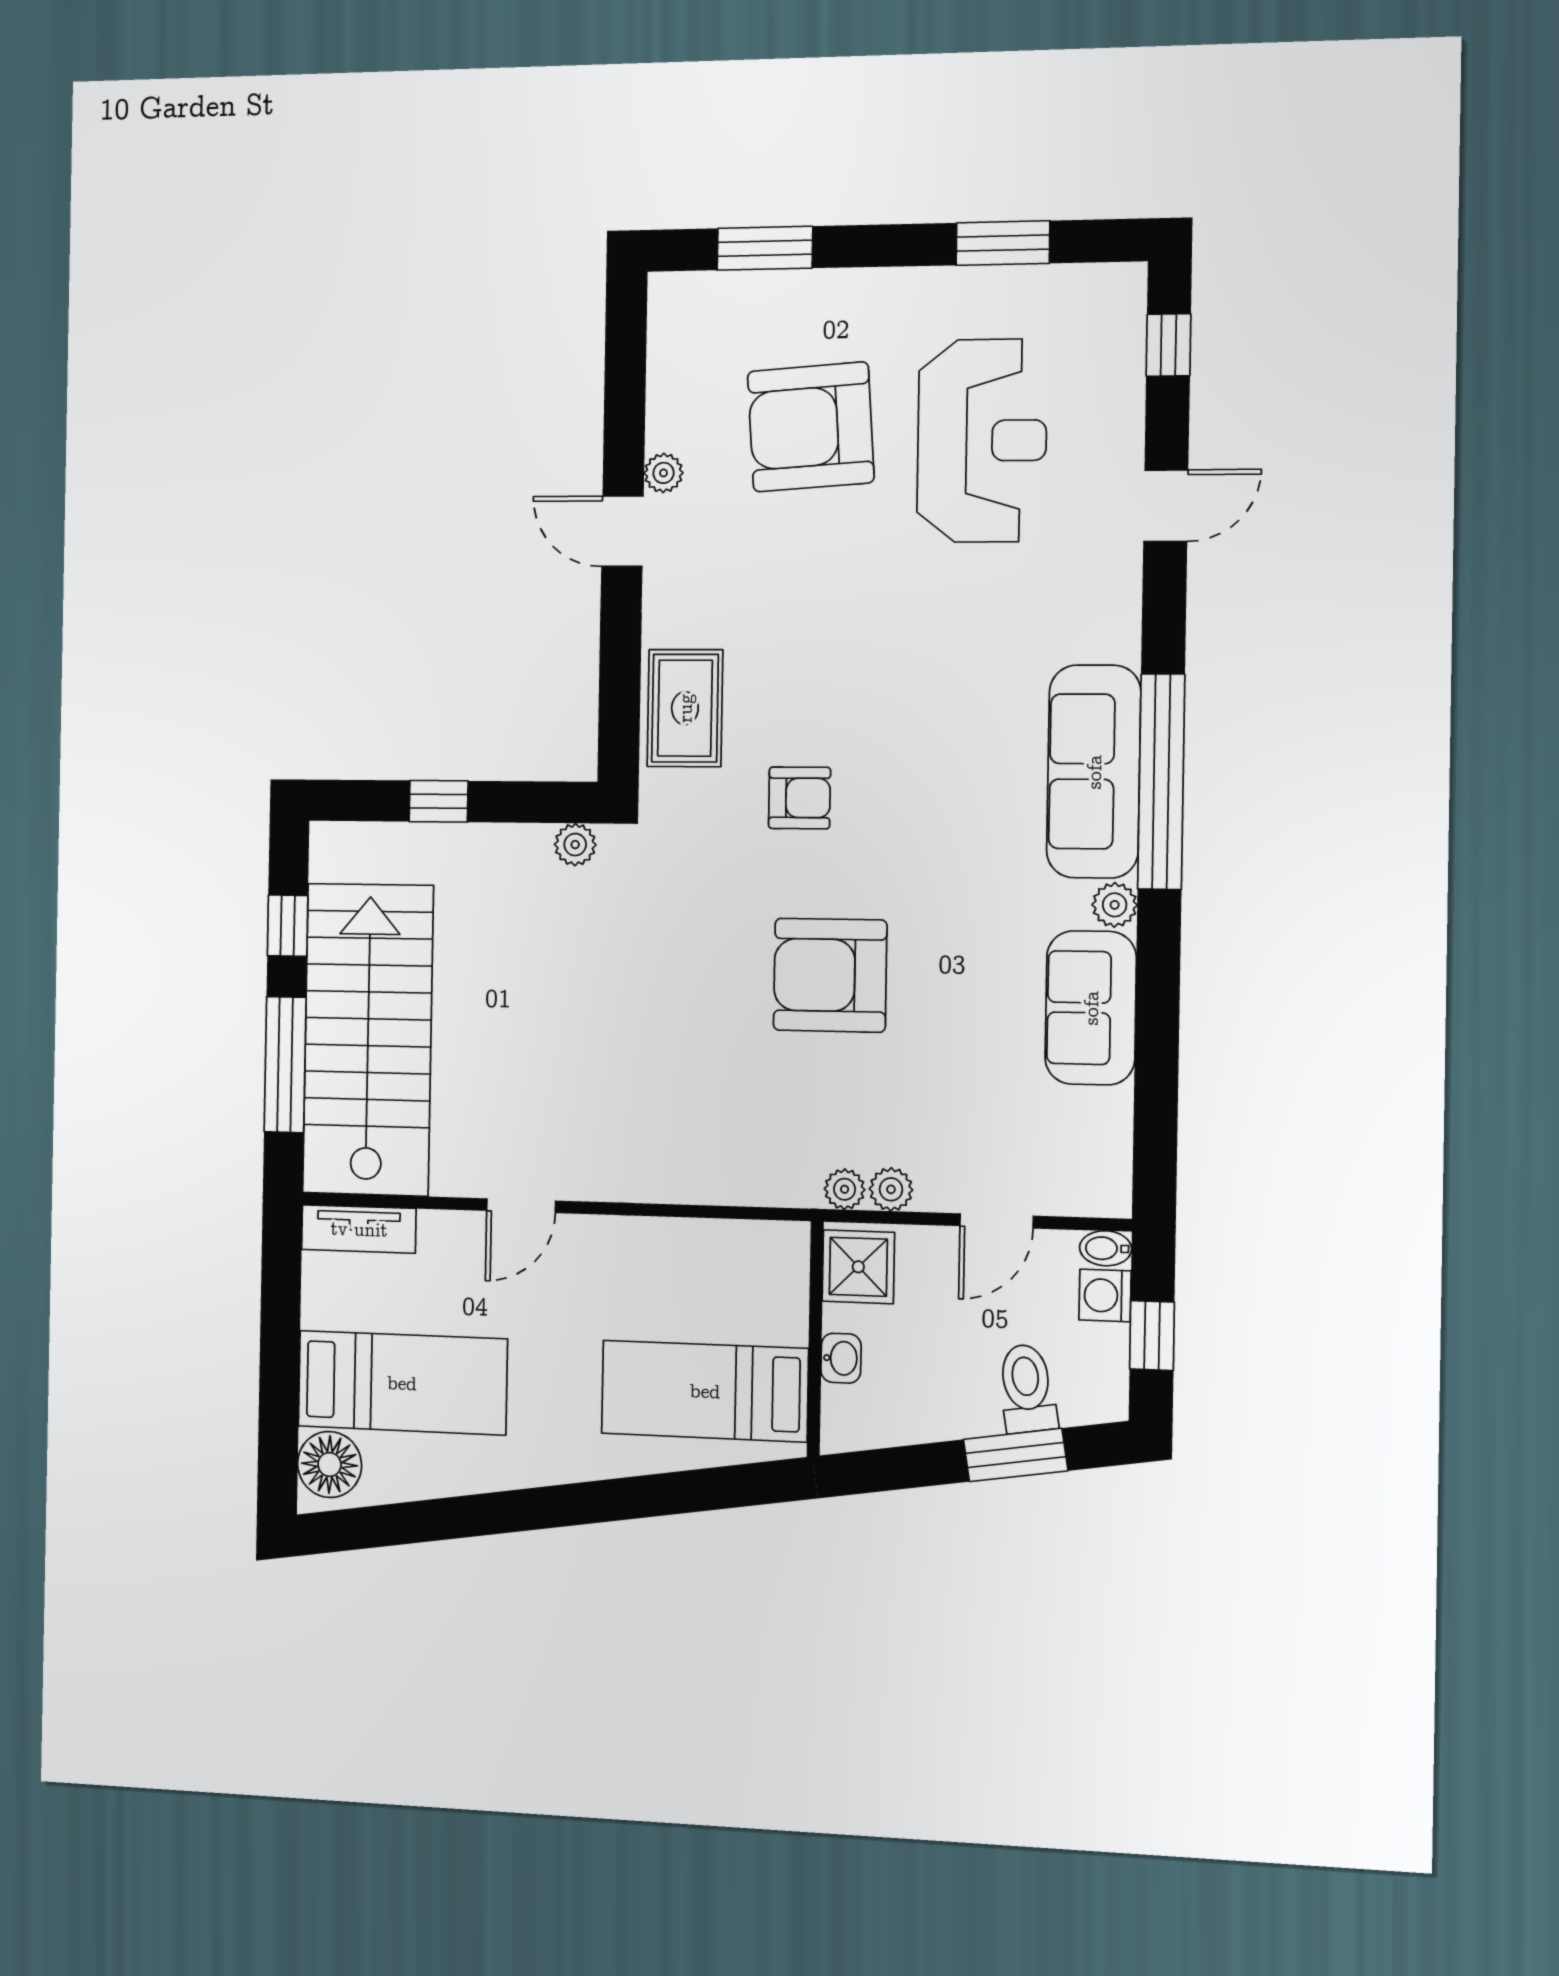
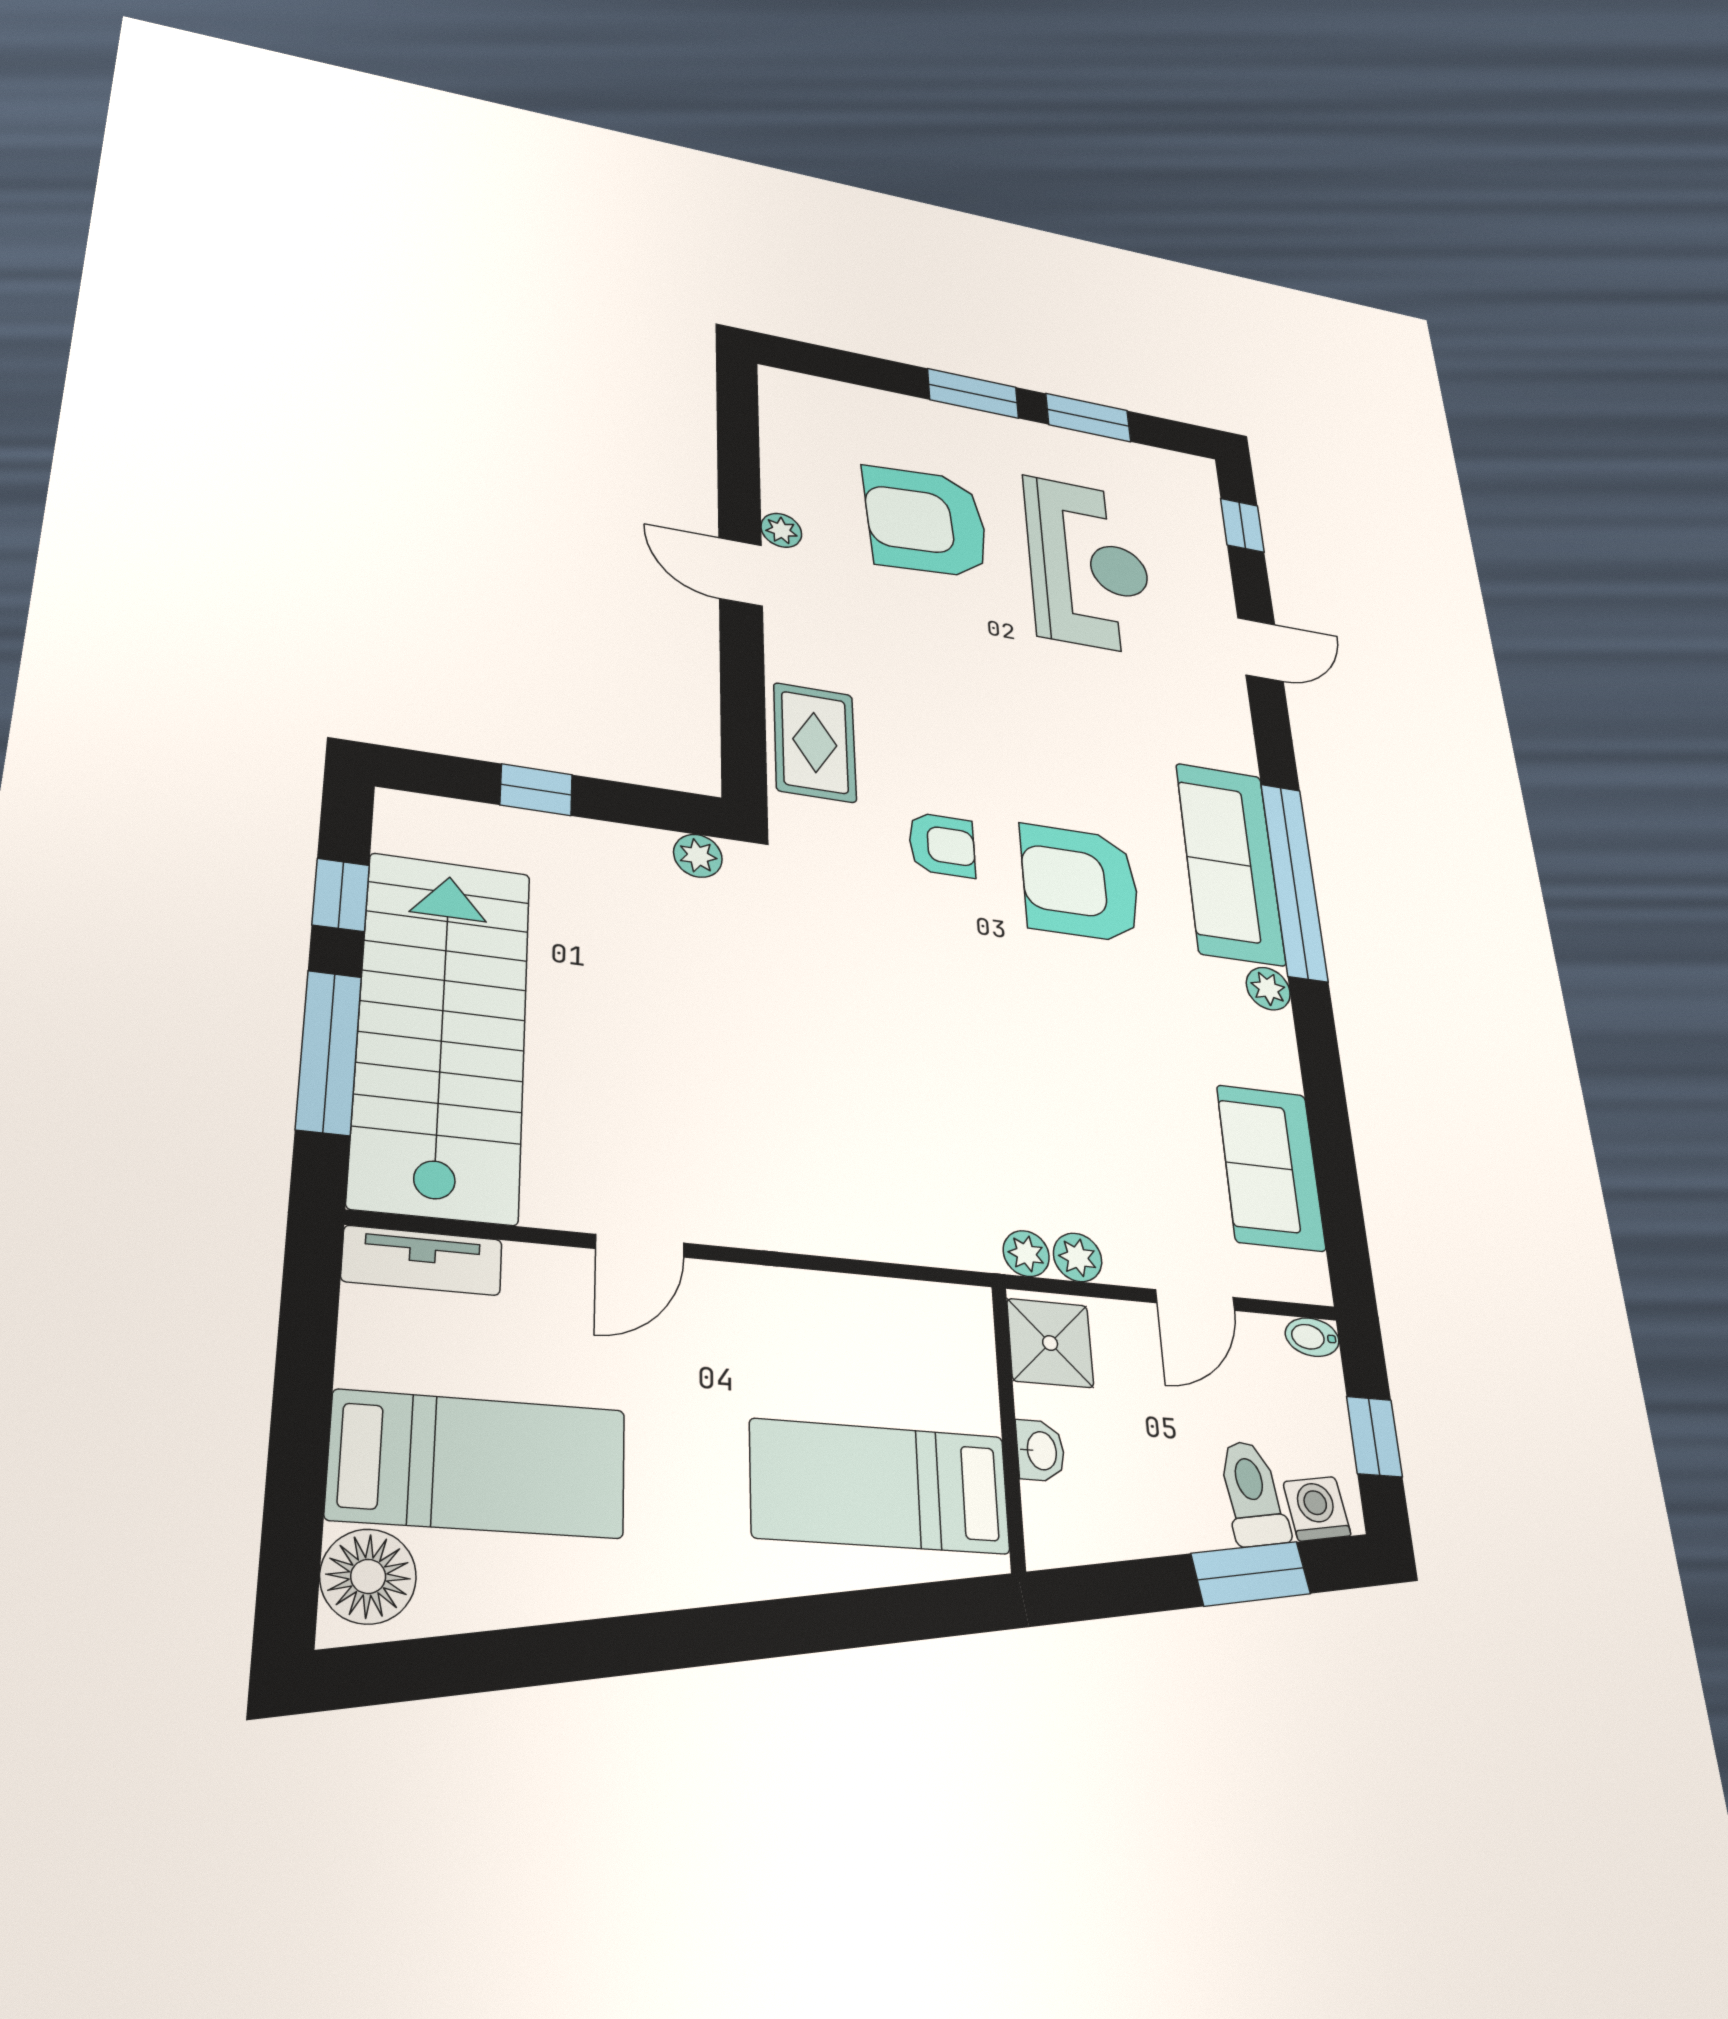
window: (765, 248) -> (973, 393), moved
armchair: (830, 975) -> (1080, 883), moved
sofa: (1091, 1008) -> (1271, 1167), moved
washing machine: (1105, 1295) -> (1317, 1509), moved, turned 81

